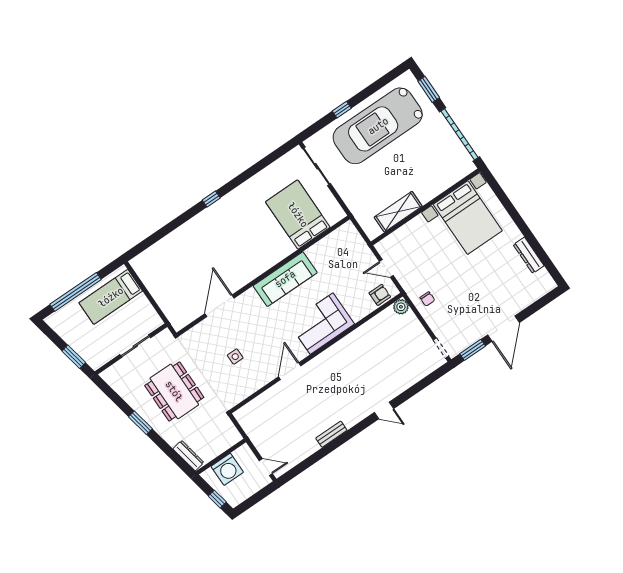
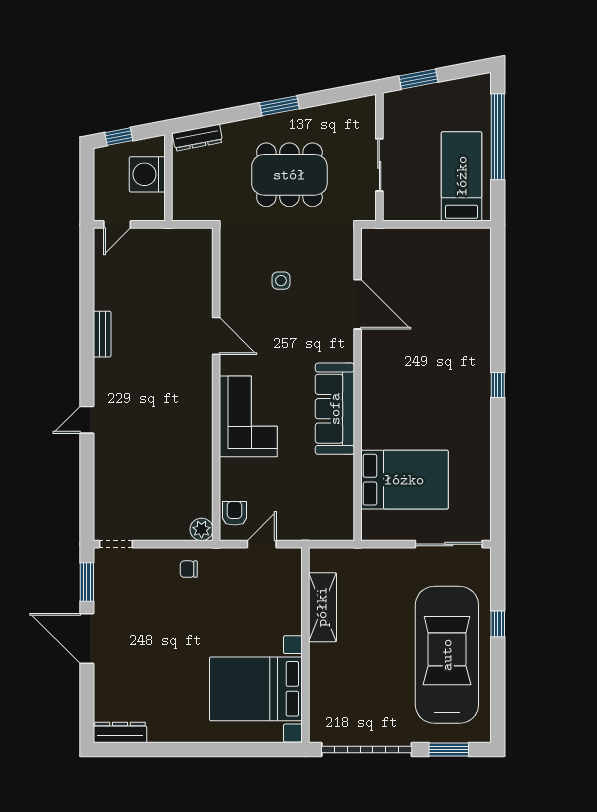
dresser: (529, 255) -> (120, 733), moved
armchair: (380, 295) -> (235, 513), turned 180

